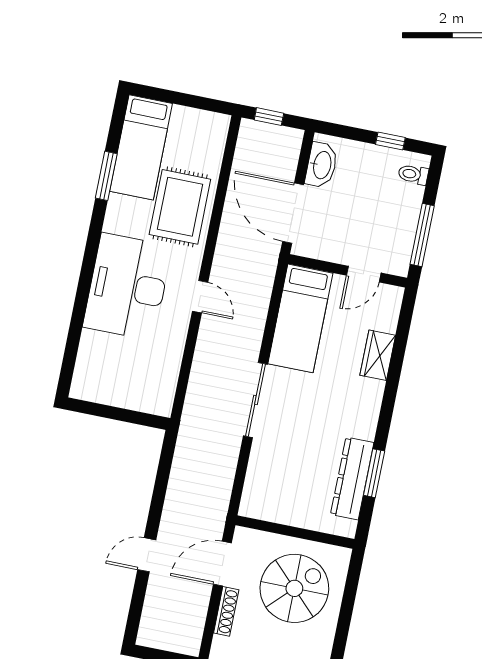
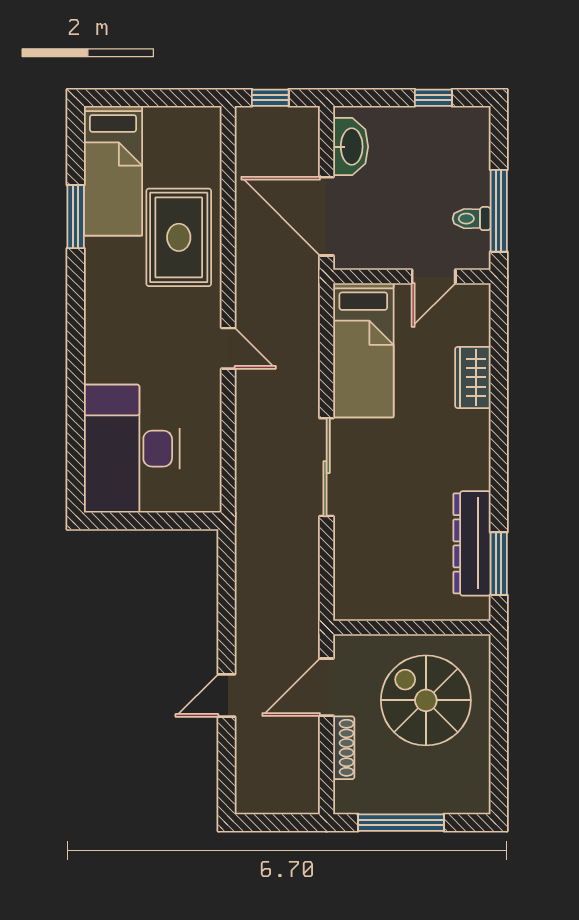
toilet: (413, 174) -> (472, 219), moved
desk: (127, 287) -> (132, 449), moved
window: (374, 473) -> (499, 564), moved
spiral stairs: (294, 588) -> (426, 700), turned -90

